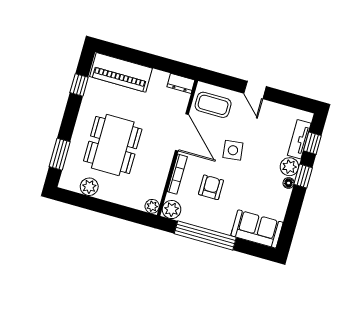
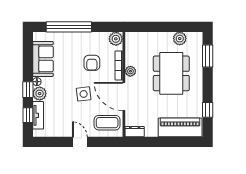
plant: (152, 206) -> (130, 71), moved
sofa: (257, 229) -> (43, 59), moved, turned -90
window: (205, 235) -> (69, 27), moved

